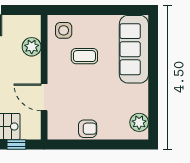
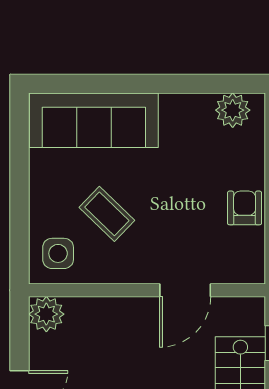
plant: (32, 47) -> (46, 314), moved
coffee table: (84, 56) -> (107, 214), turned -46

